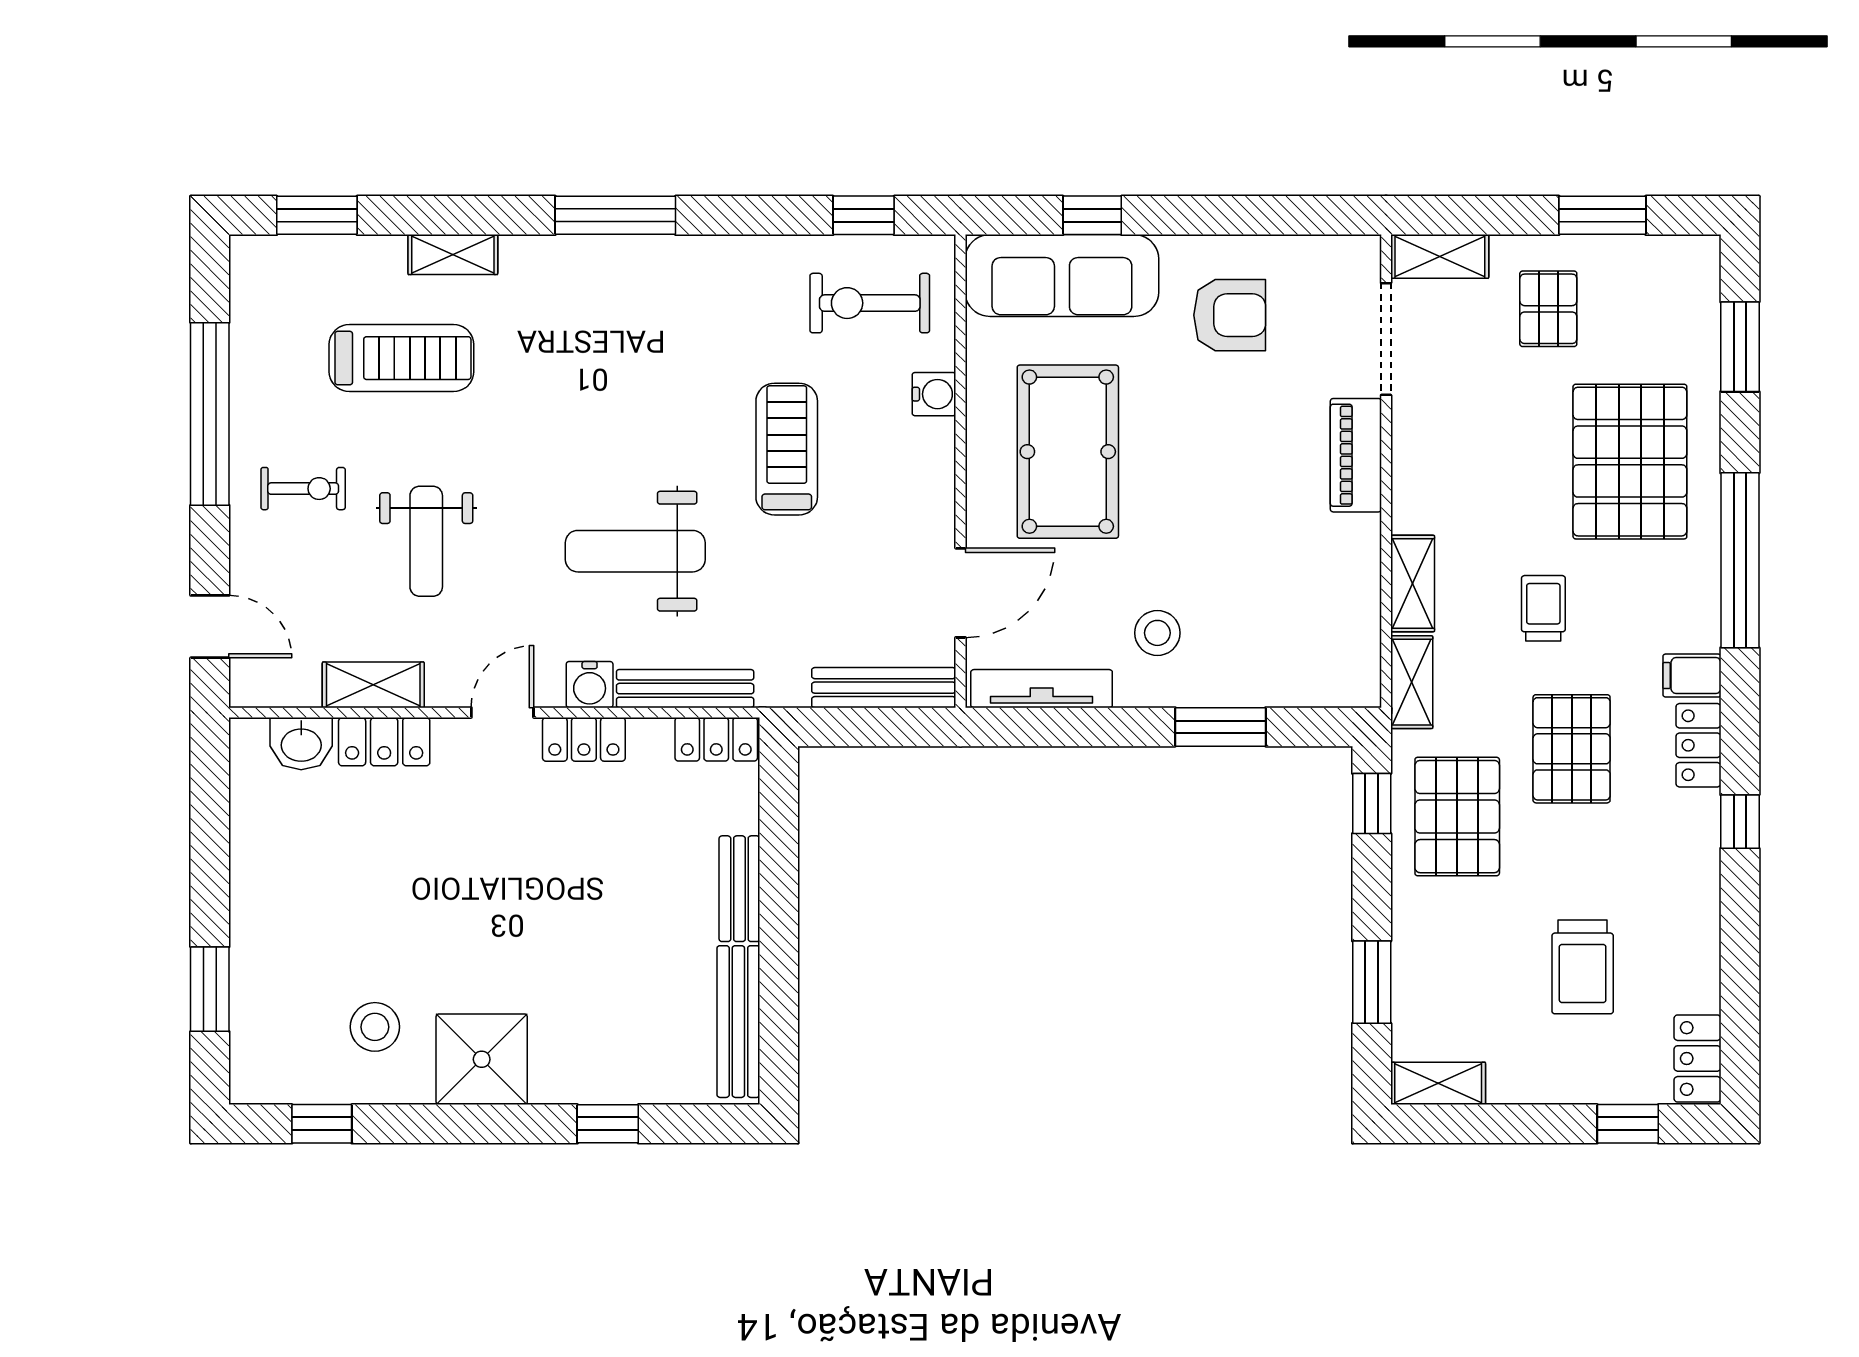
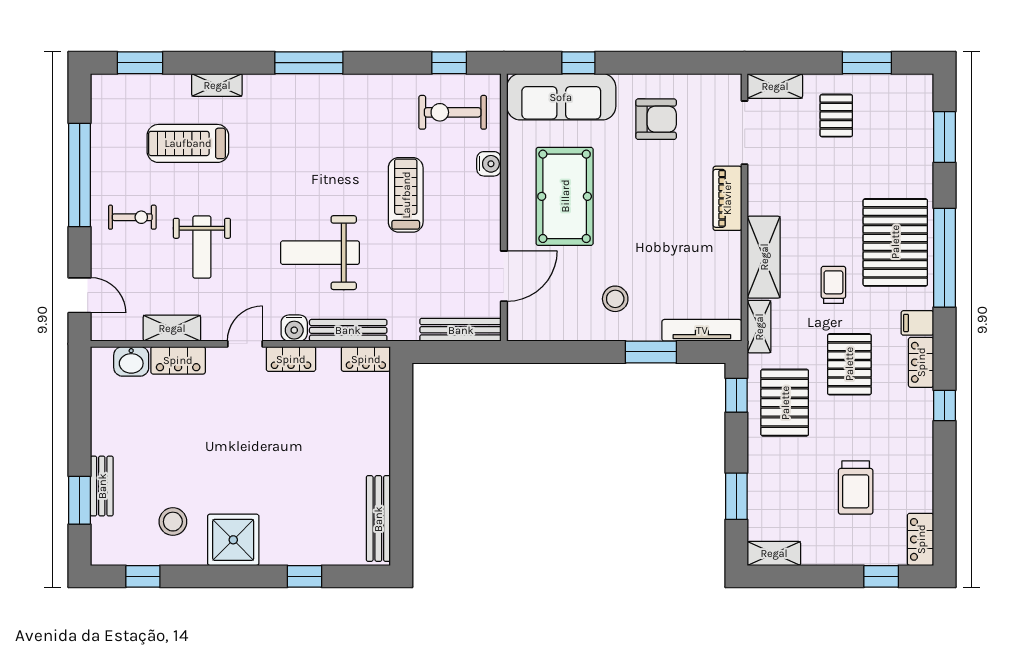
treadmill: (401, 358) -> (188, 143), turned 180
pallet: (1630, 462) -> (895, 242), moved
shelving: (1413, 584) -> (764, 257), width x1.50, depth x1.33
tv unit: (1042, 689) -> (702, 330), moved
bench: (739, 889) -> (102, 486), moved

